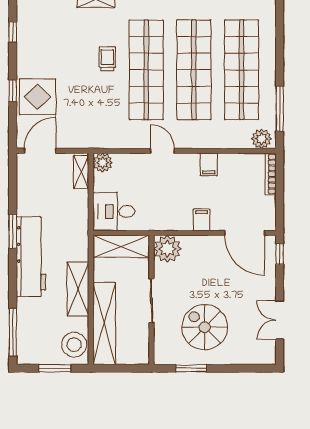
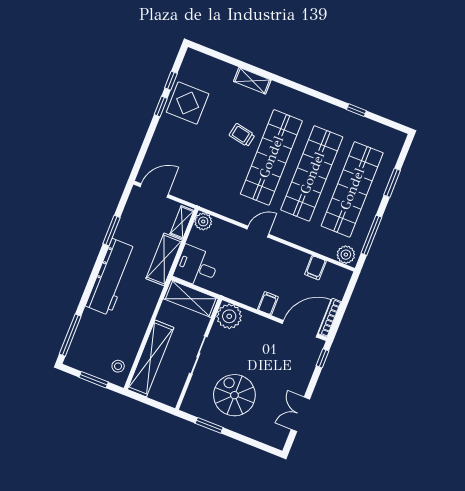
window: (280, 47) -> (392, 183), added
trolley: (107, 59) -> (242, 135), turned -79
window: (13, 91) -> (161, 107), moved
display table: (38, 97) -> (188, 103), moved
door: (162, 151) -> (258, 232), hinge flipped
filing cabinet: (209, 164) -> (315, 268), moved
bookcase: (271, 174) -> (330, 318), moved
window: (13, 231) -> (112, 231), moved
door: (245, 233) -> (300, 329), swing flipped
shelving: (78, 289) -> (164, 259), moved
stool: (74, 345) -> (118, 366), width x0.53, depth x0.53

